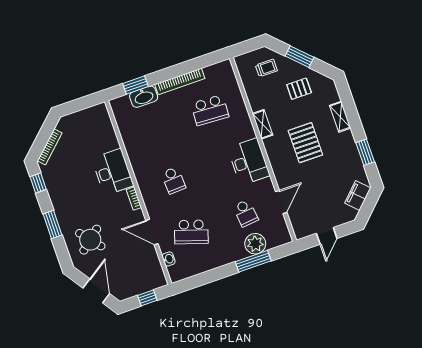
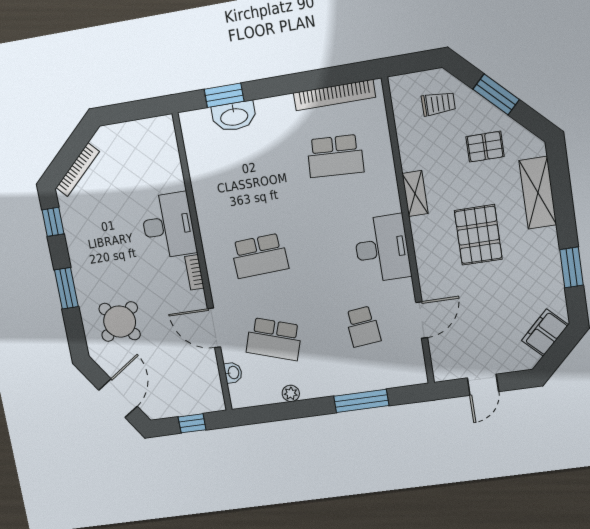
bookcase: (180, 81) -> (334, 95), moved
shelving: (340, 117) -> (538, 193), width x1.50, depth x1.33
school desk: (173, 180) -> (260, 256), width x1.85
plant: (255, 244) -> (291, 393), moved, width x0.53, depth x0.53

